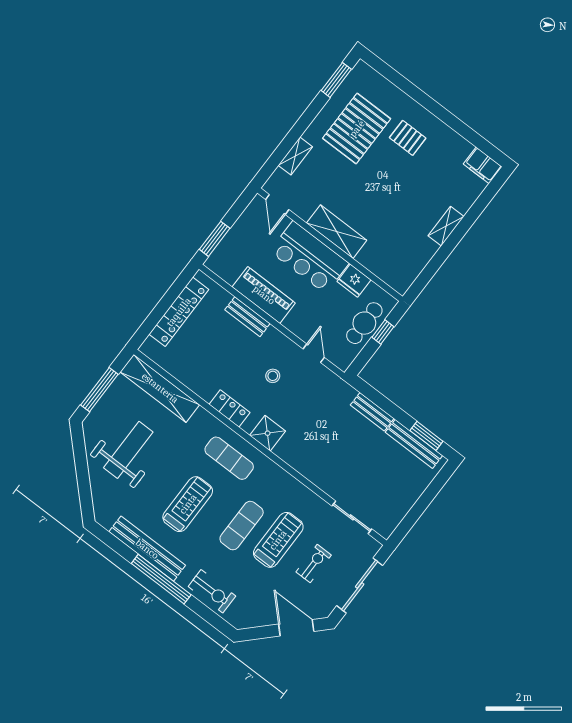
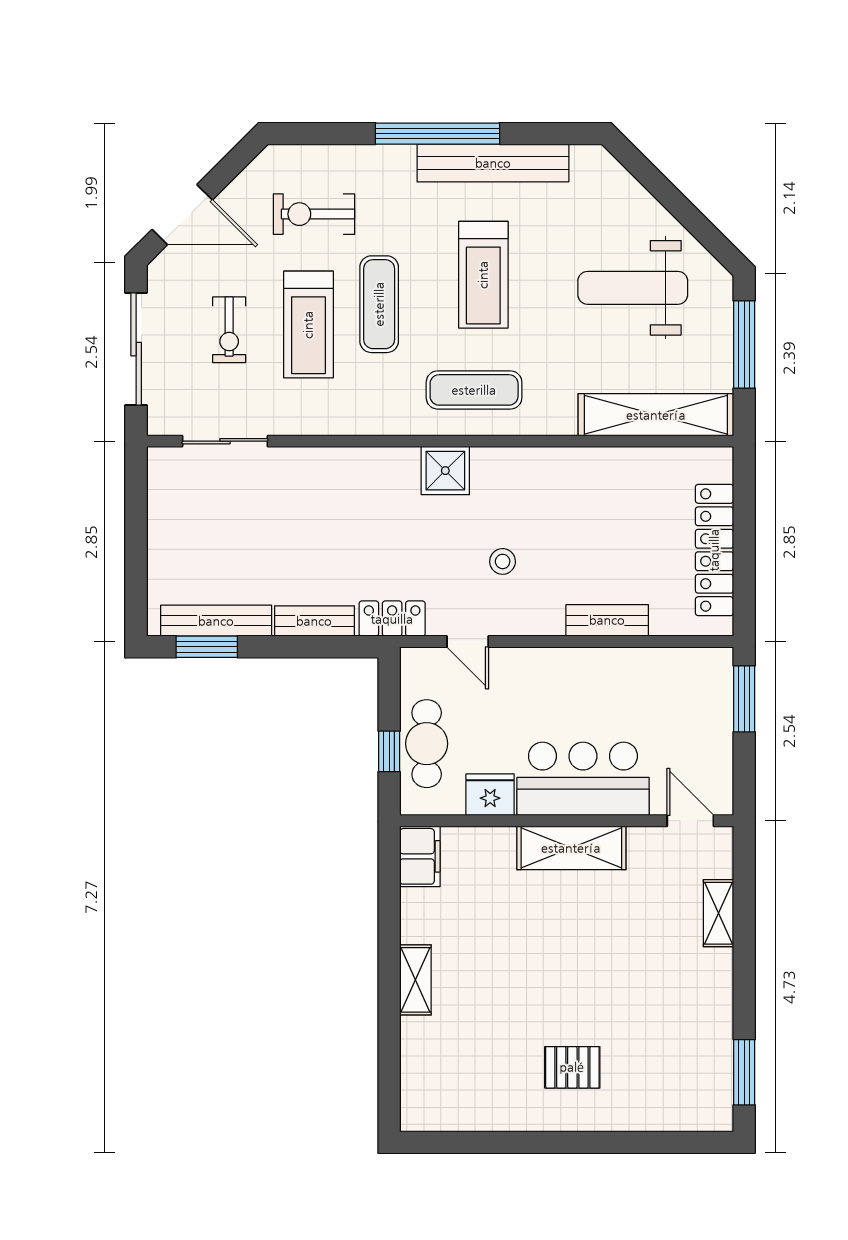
pallet: (357, 129) -> (659, 1023), removed
filing cabinet: (483, 165) -> (420, 856), moved, turned 90
piano: (264, 295) -> (608, 671), removed
locker: (230, 409) -> (392, 619), moved, turned 180
weight bench: (128, 450) -> (633, 288), turned 90
exercise bike: (212, 591) -> (314, 214), moved

